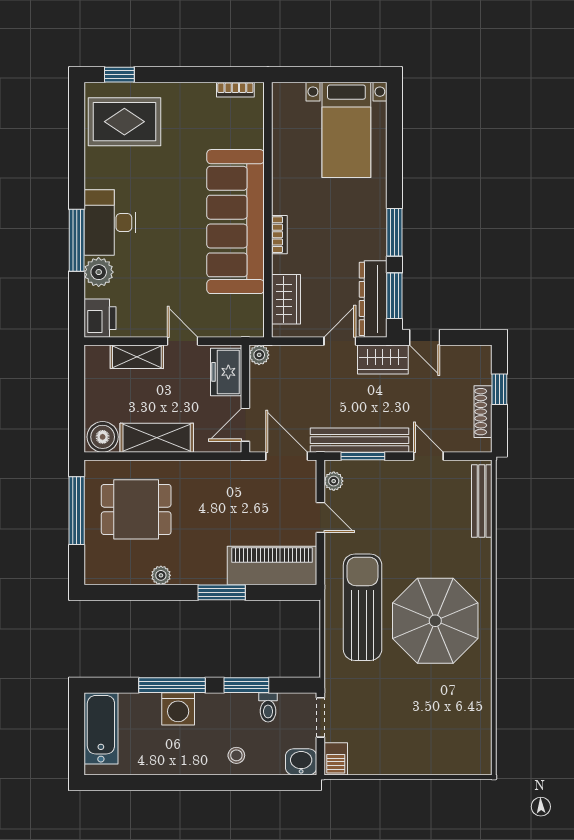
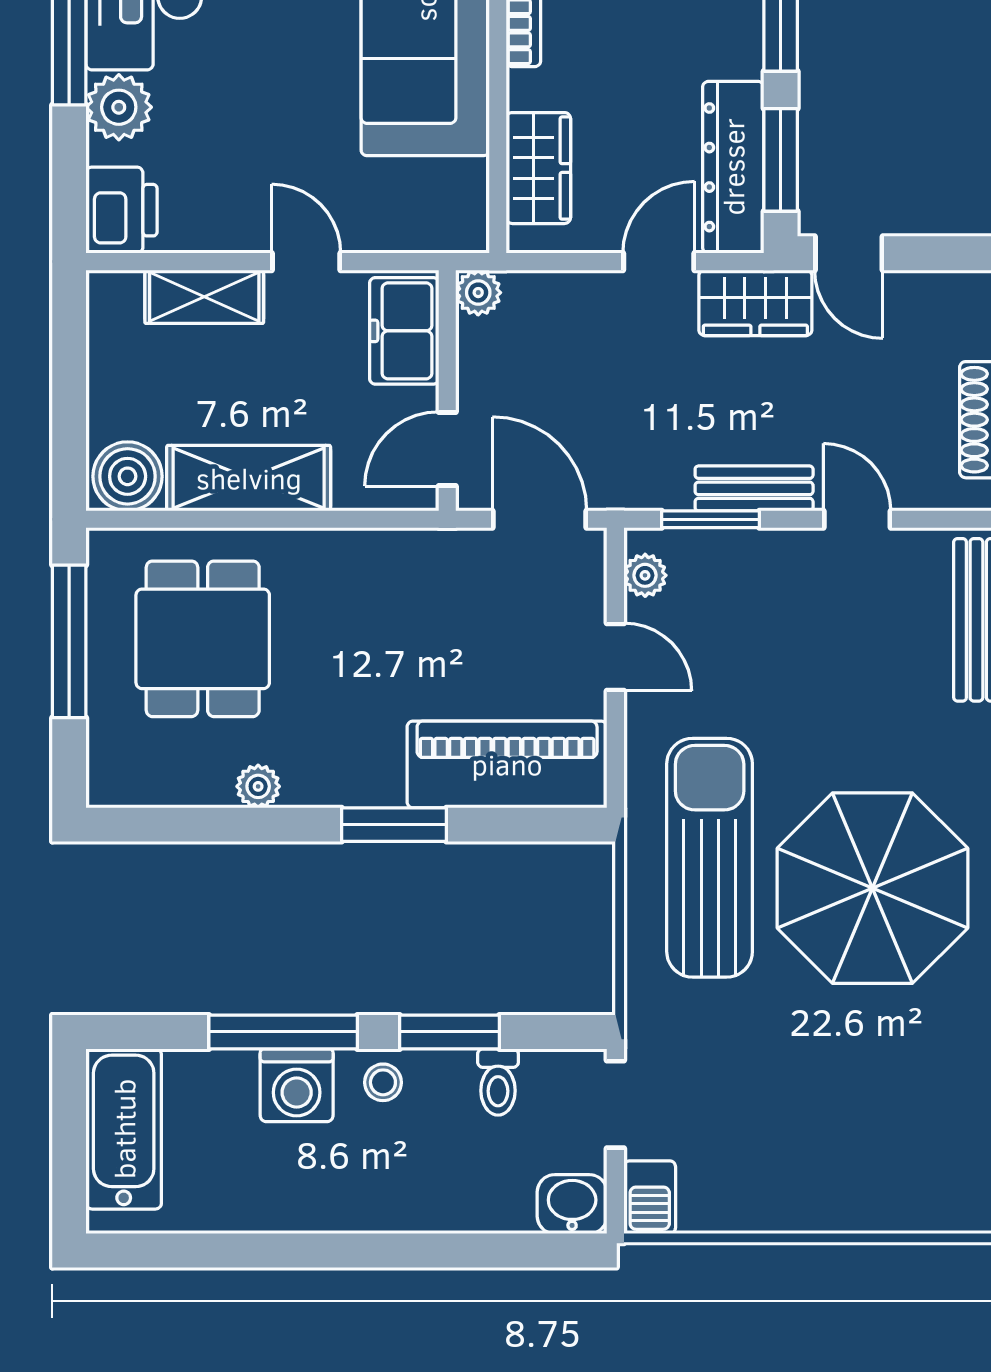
bench: (360, 440) -> (754, 488), width x0.54, depth x0.82
dining table: (136, 509) -> (203, 639), turned 90
stool: (236, 755) -> (383, 1082), moved

